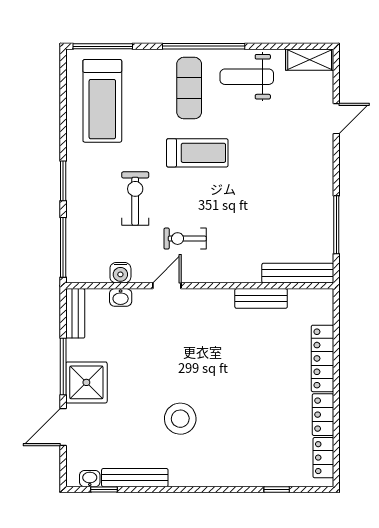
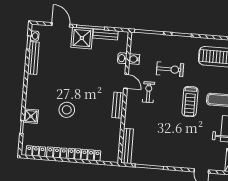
bench: (261, 298) -> (118, 105), moved
bench: (75, 313) -> (105, 34), moved
stool: (180, 419) -> (67, 110), moved
shower: (253, 473) -> (31, 116), added

